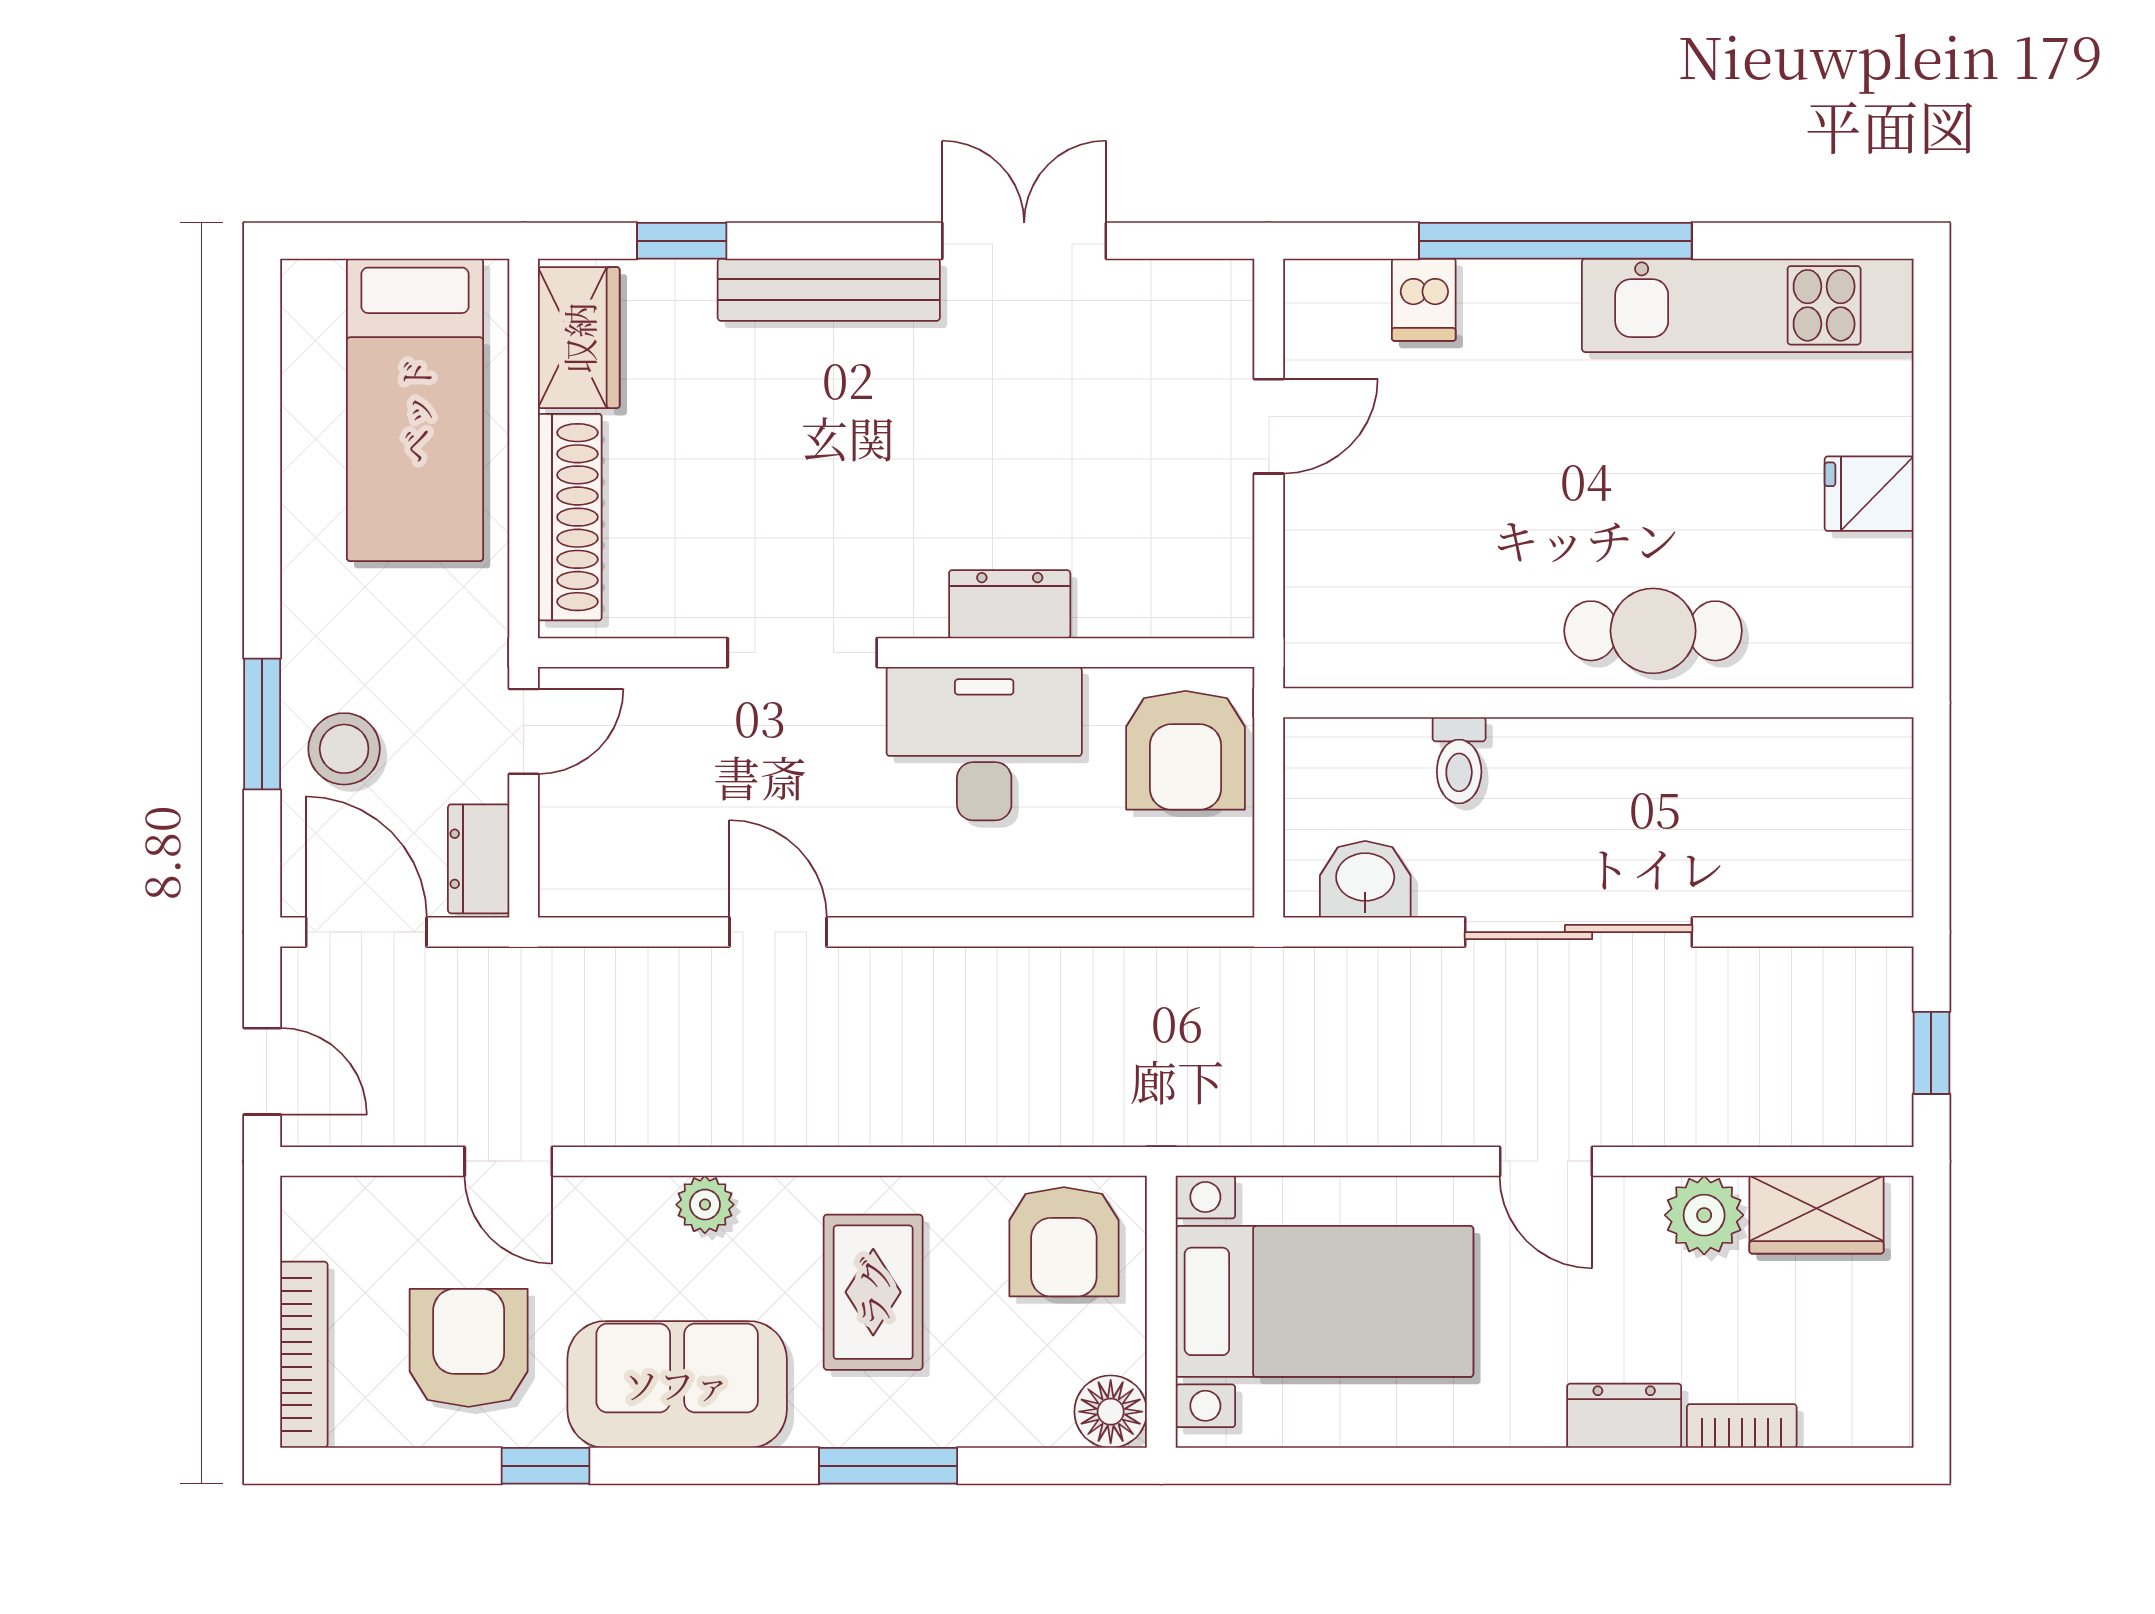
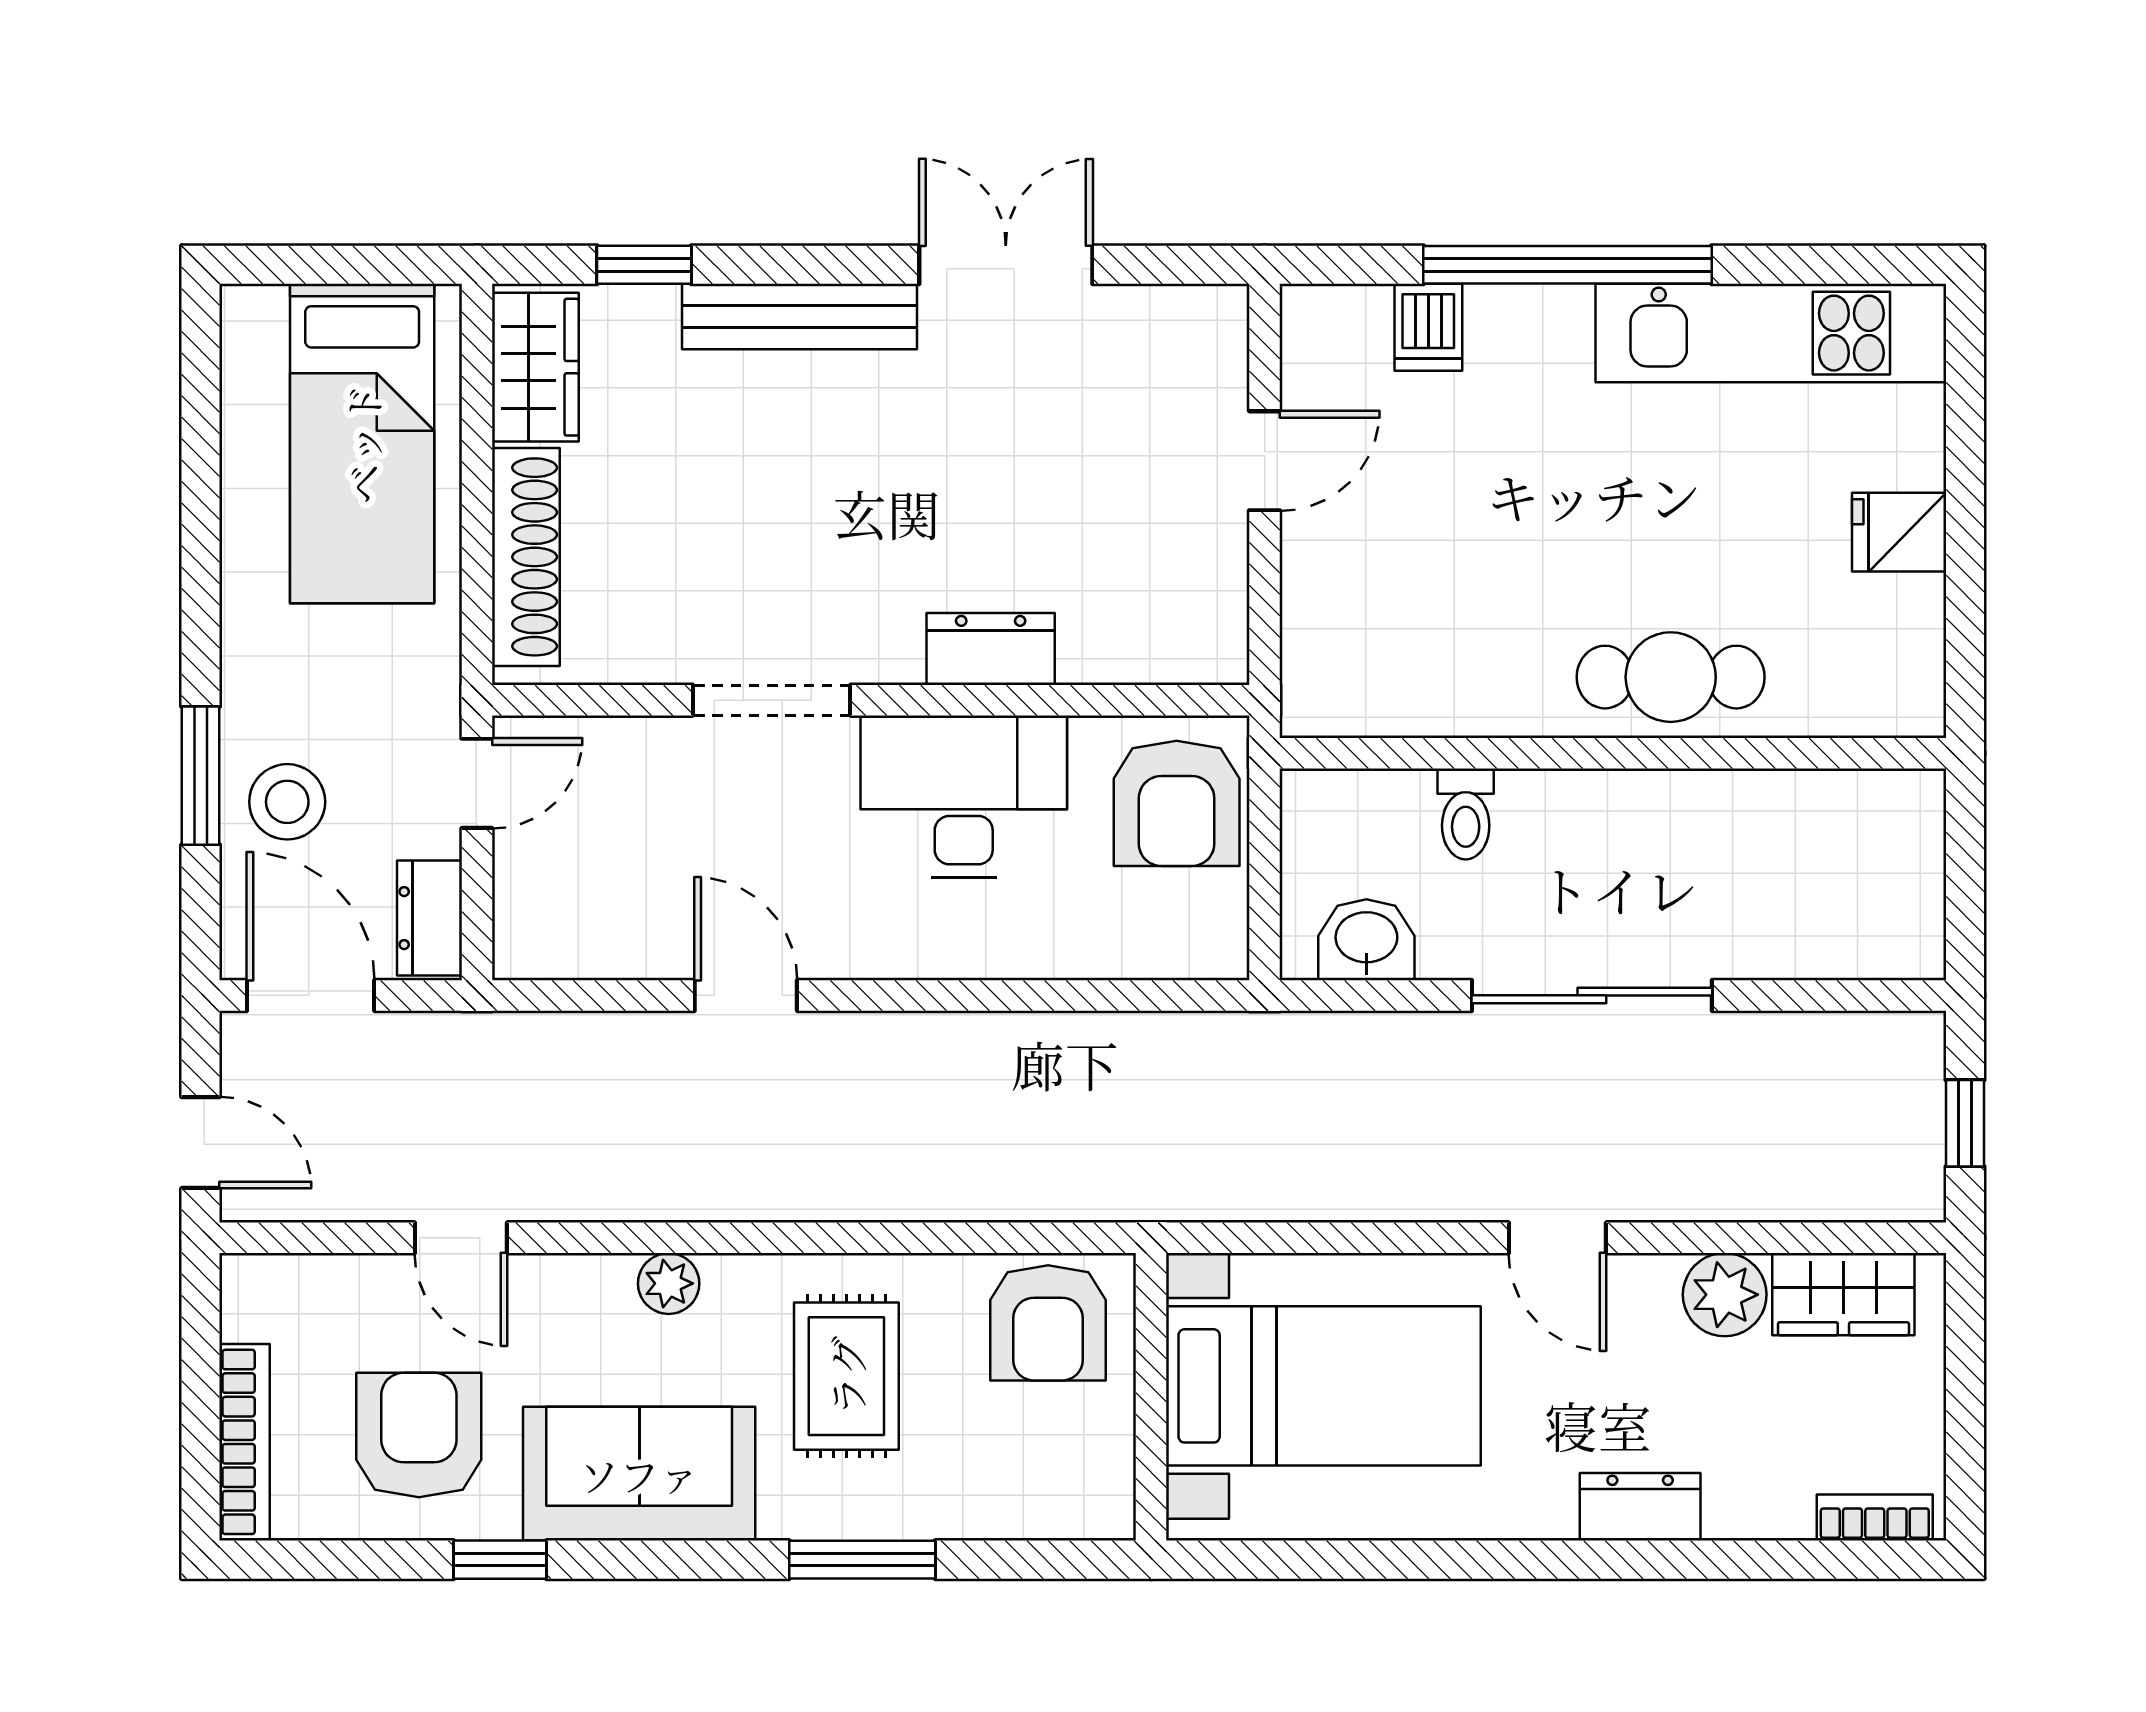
floor lamp: (1111, 1412) -> (1097, 1502), removed
bookcase: (1742, 1426) -> (1875, 1518), moved

